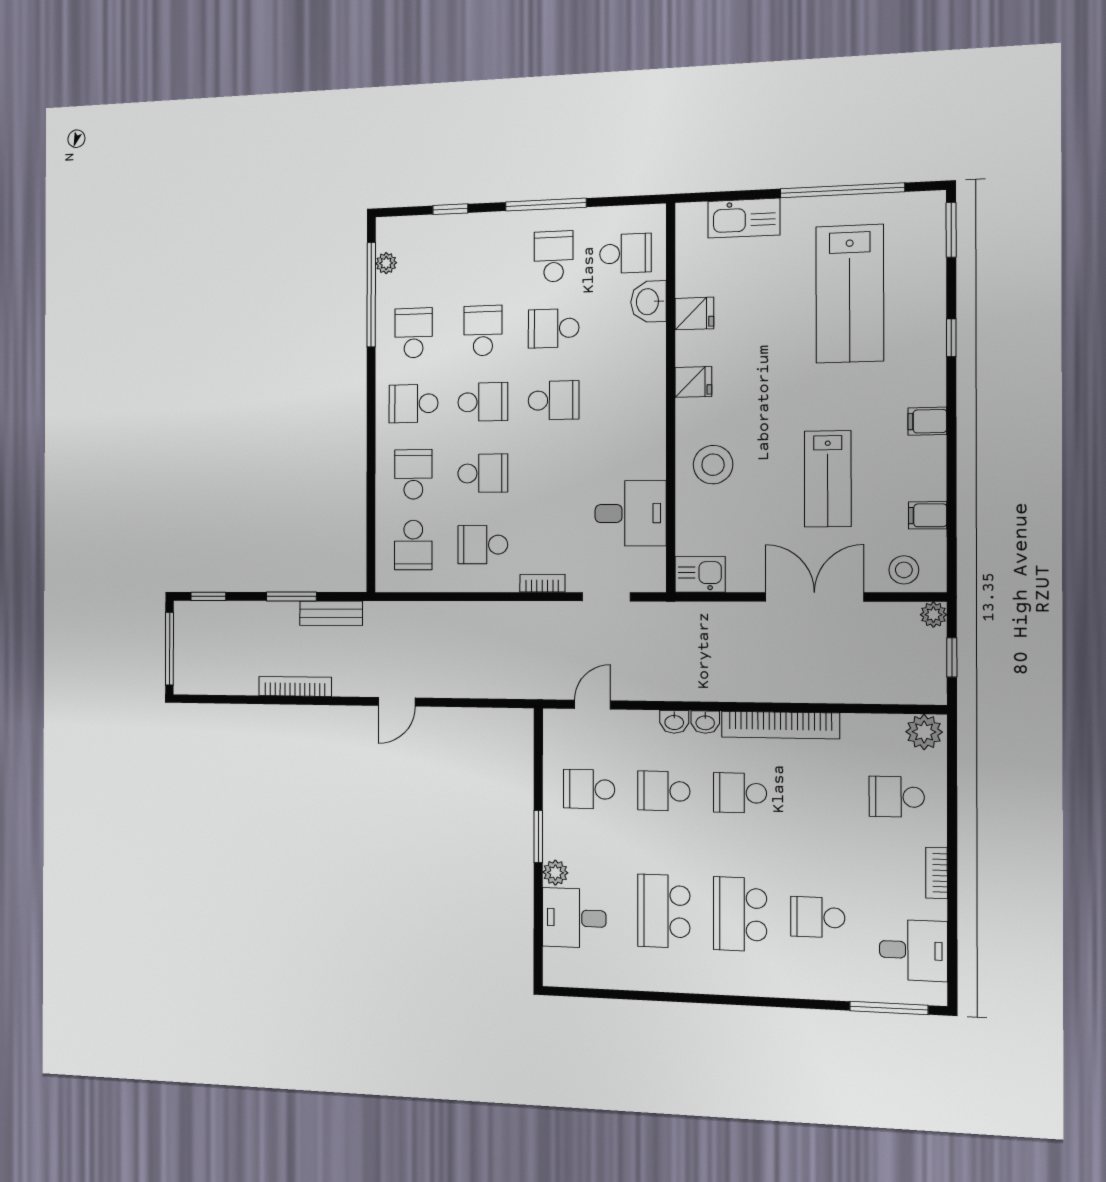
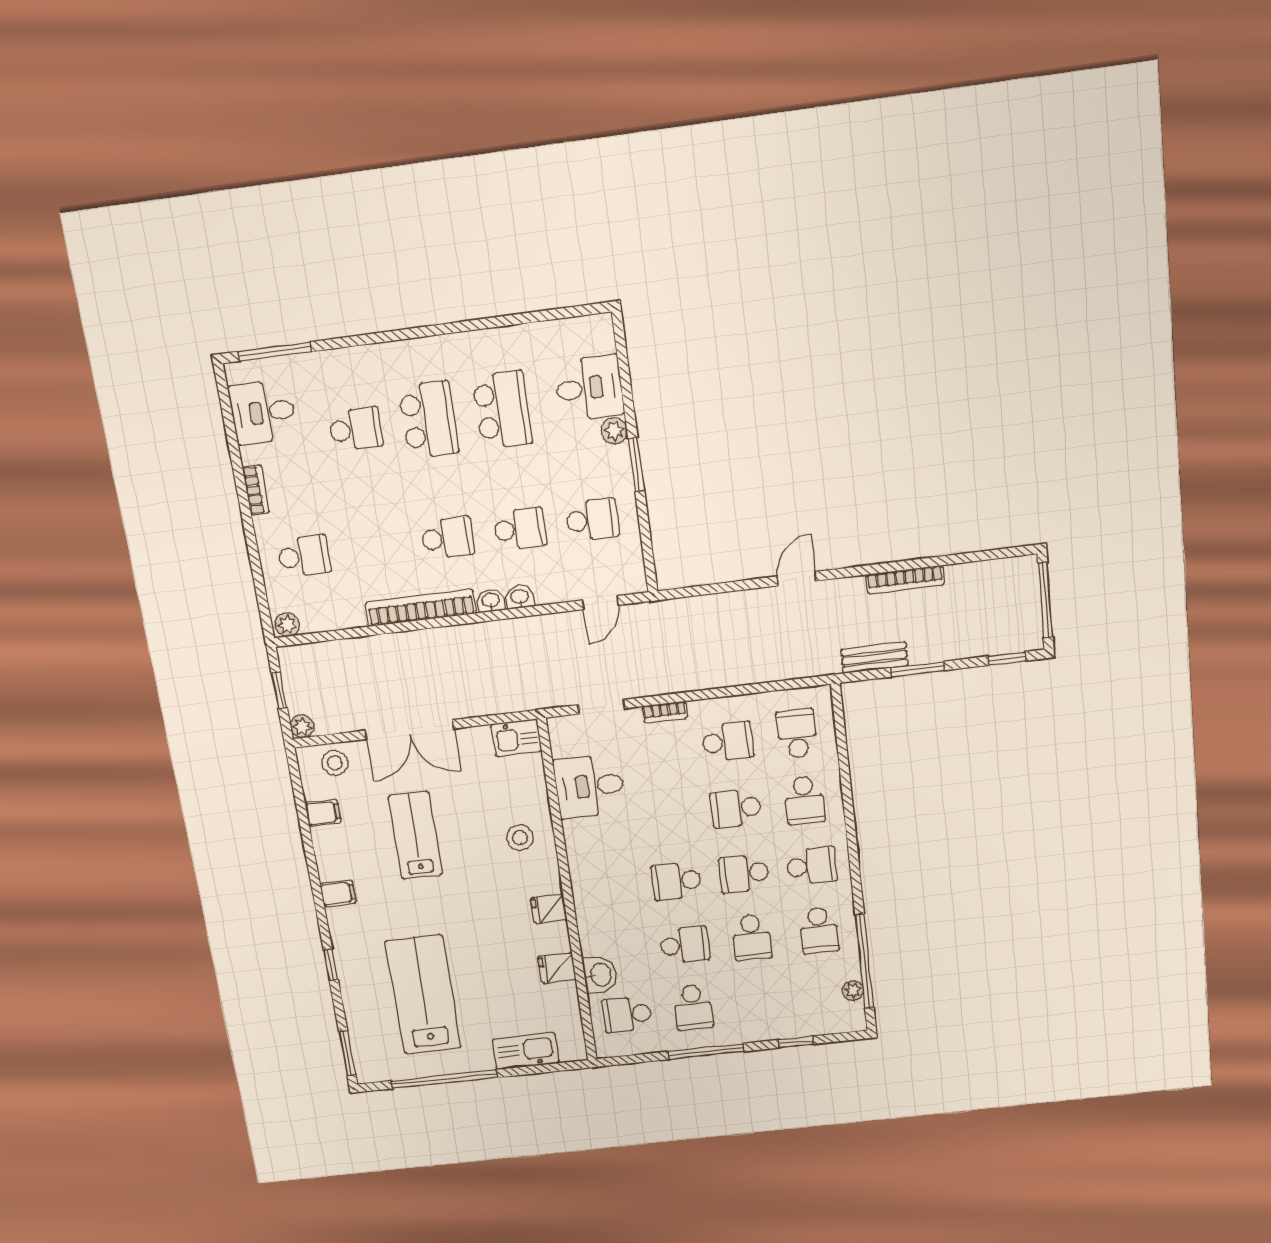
stool: (713, 465) -> (520, 838), width x0.73, depth x0.73
plant: (924, 732) -> (287, 625), width x0.73, depth x0.73

